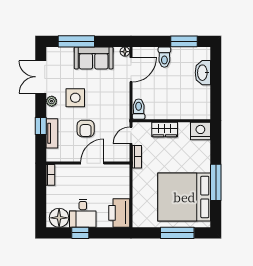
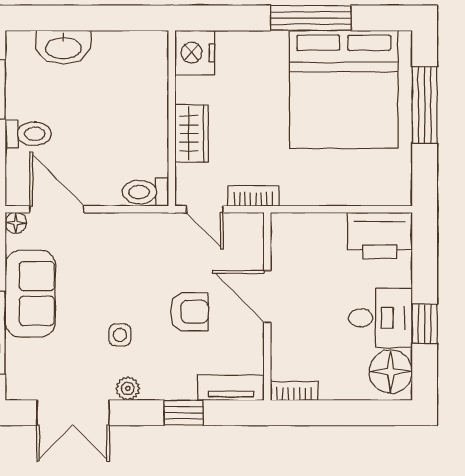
side table: (75, 98) -> (120, 335), width x0.54, depth x0.54
tv unit: (52, 133) -> (231, 388), moved

